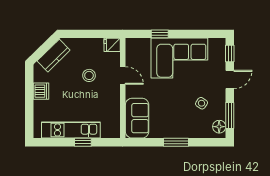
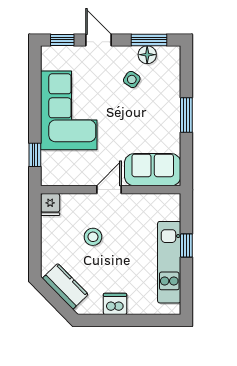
window: (160, 34) -> (35, 155), moved
door: (123, 75) -> (109, 190), moved
floor lamp: (219, 127) -> (147, 55), moved

